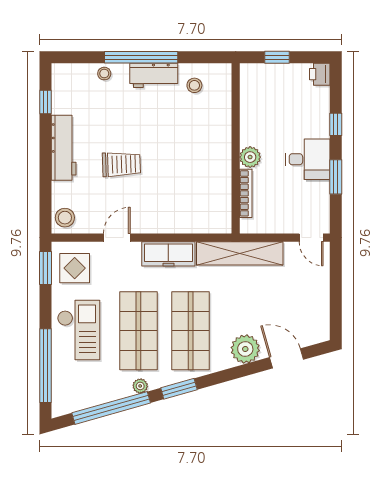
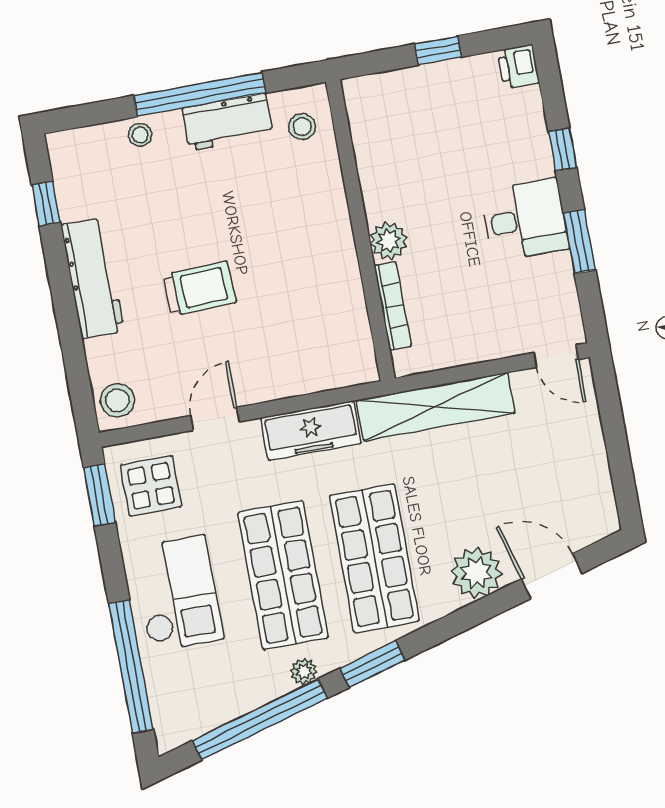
wall: (236, 148) -> (360, 230), moved
plant: (250, 157) -> (389, 241), moved
bookcase: (246, 193) -> (393, 306), moved

